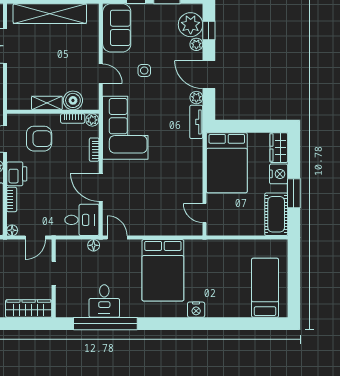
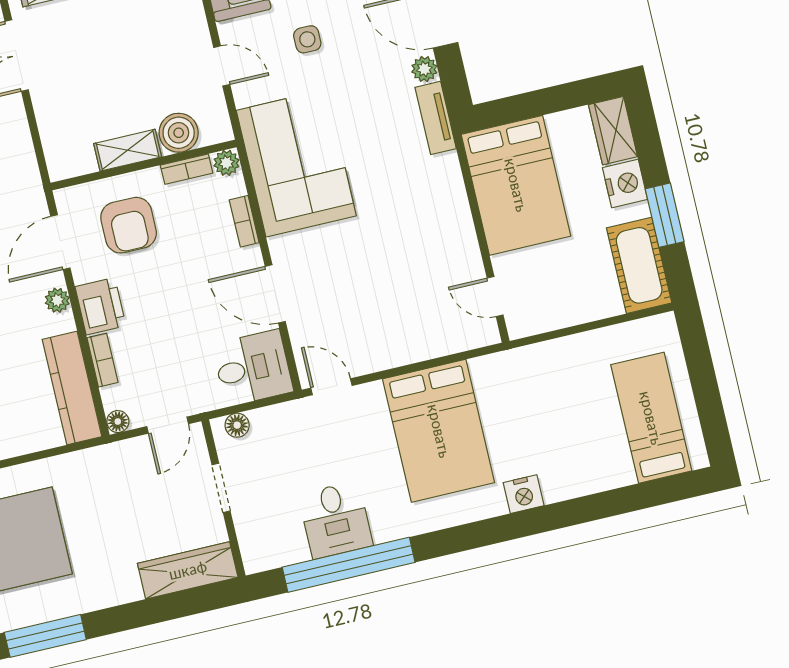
armchair: (39, 139) -> (129, 225), turned 90
floor lamp: (94, 245) -> (237, 425), moved

